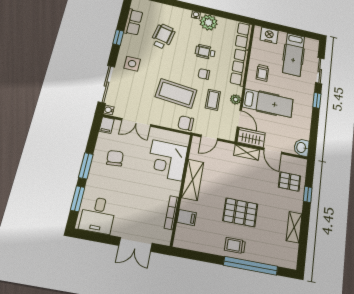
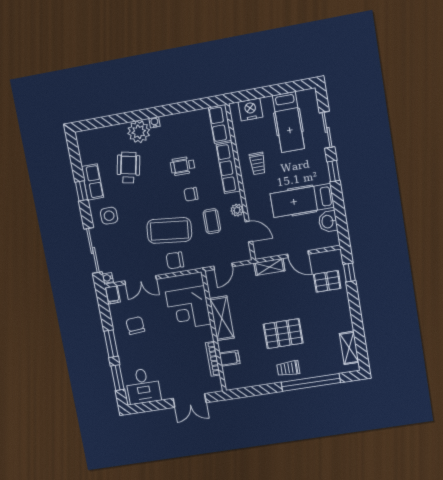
row of seats: (133, 22) -> (92, 182), moved
plant: (209, 22) -> (139, 132), moved
hospital bed: (268, 103) -> (302, 200), moved, turned 180
chair: (186, 123) -> (175, 260), moved
wardrobe: (251, 138) -> (269, 248), removed
washbasin: (302, 148) -> (328, 222), moved
window: (308, 194) -> (349, 273), moved
shelving: (294, 227) -> (349, 348), moved

